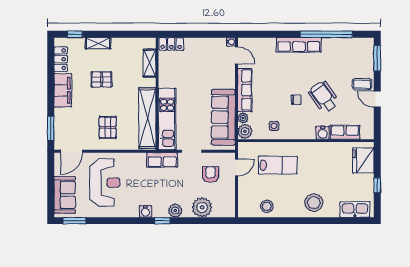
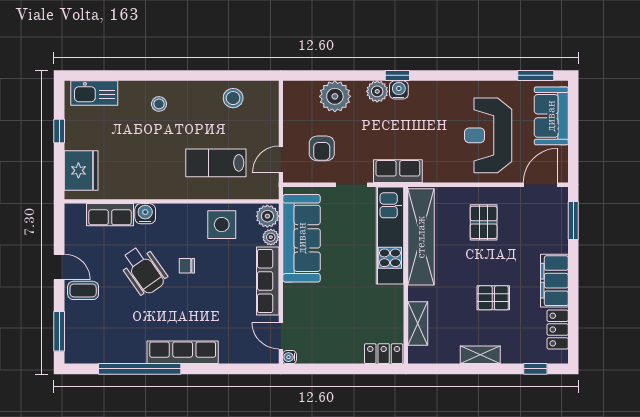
shelving: (98, 43) -> (480, 355), moved
side table: (274, 126) -> (222, 225), width x1.87, depth x1.87
stool: (314, 203) -> (159, 104), width x0.53, depth x0.53
water cooler: (145, 211) -> (399, 90), moved

